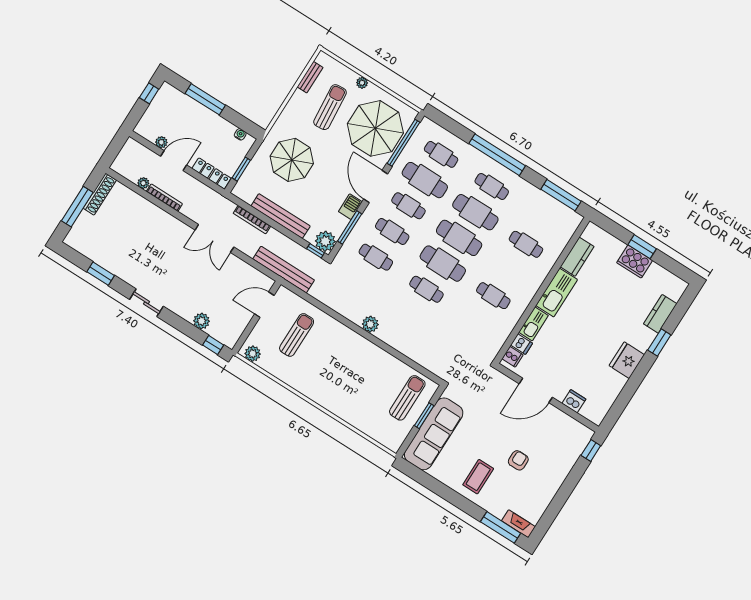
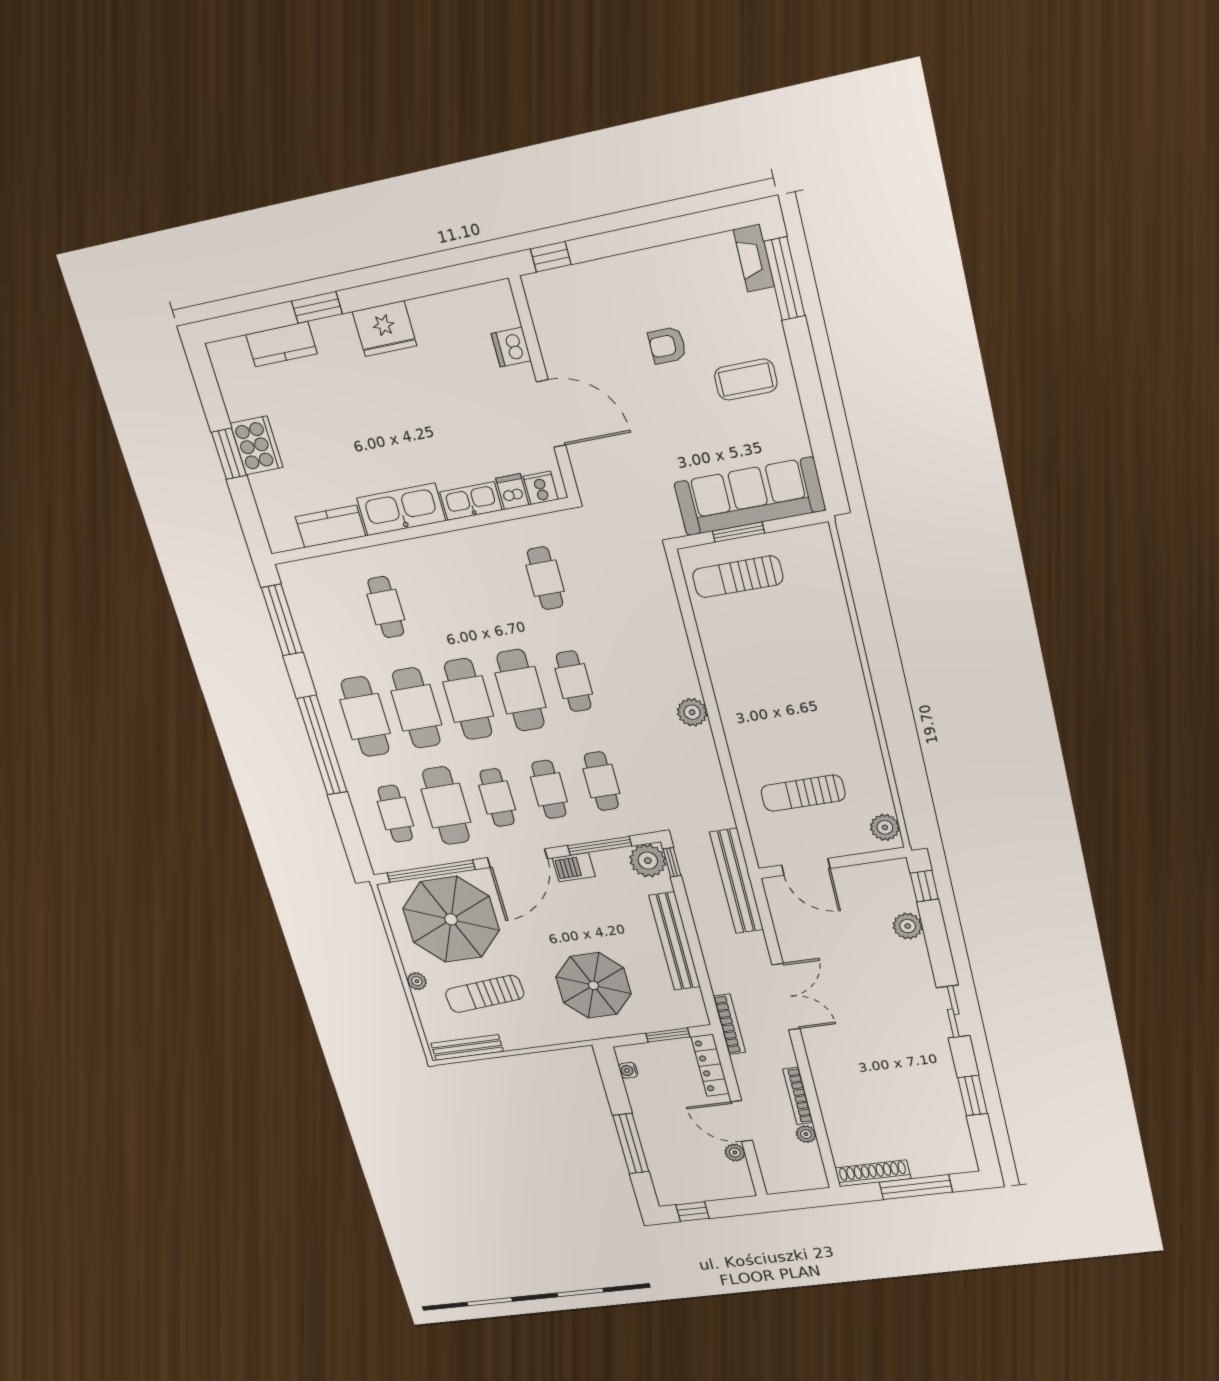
bench: (310, 77) -> (467, 1047), width x1.36
cafe table: (492, 186) -> (365, 717), width x1.37, depth x1.35
bookcase: (252, 220) -> (729, 1024), moved
cafe table: (493, 296) -> (545, 578), moved

